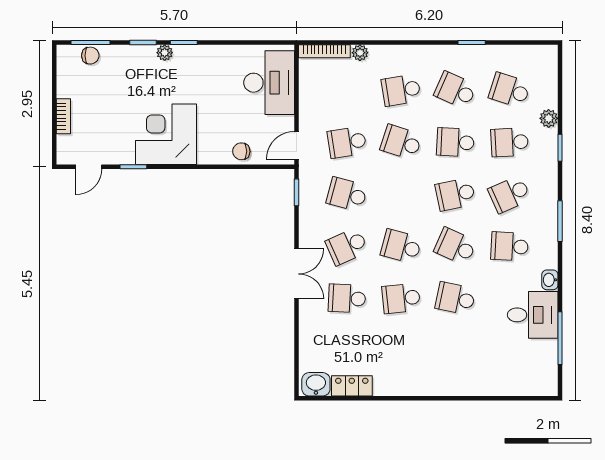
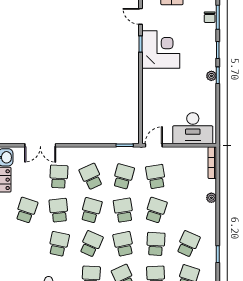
plant: (165, 53) -> (211, 76), moved
plant: (360, 53) -> (211, 198), moved
school desk: (401, 90) -> (123, 210), moved
corner desk: (166, 134) -> (161, 50), moved
door: (296, 145) -> (154, 145), hinge flipped
chair: (241, 151) -> (150, 111), removed
double door: (296, 274) -> (40, 145), moved
school desk: (401, 350) -> (26, 210), added

